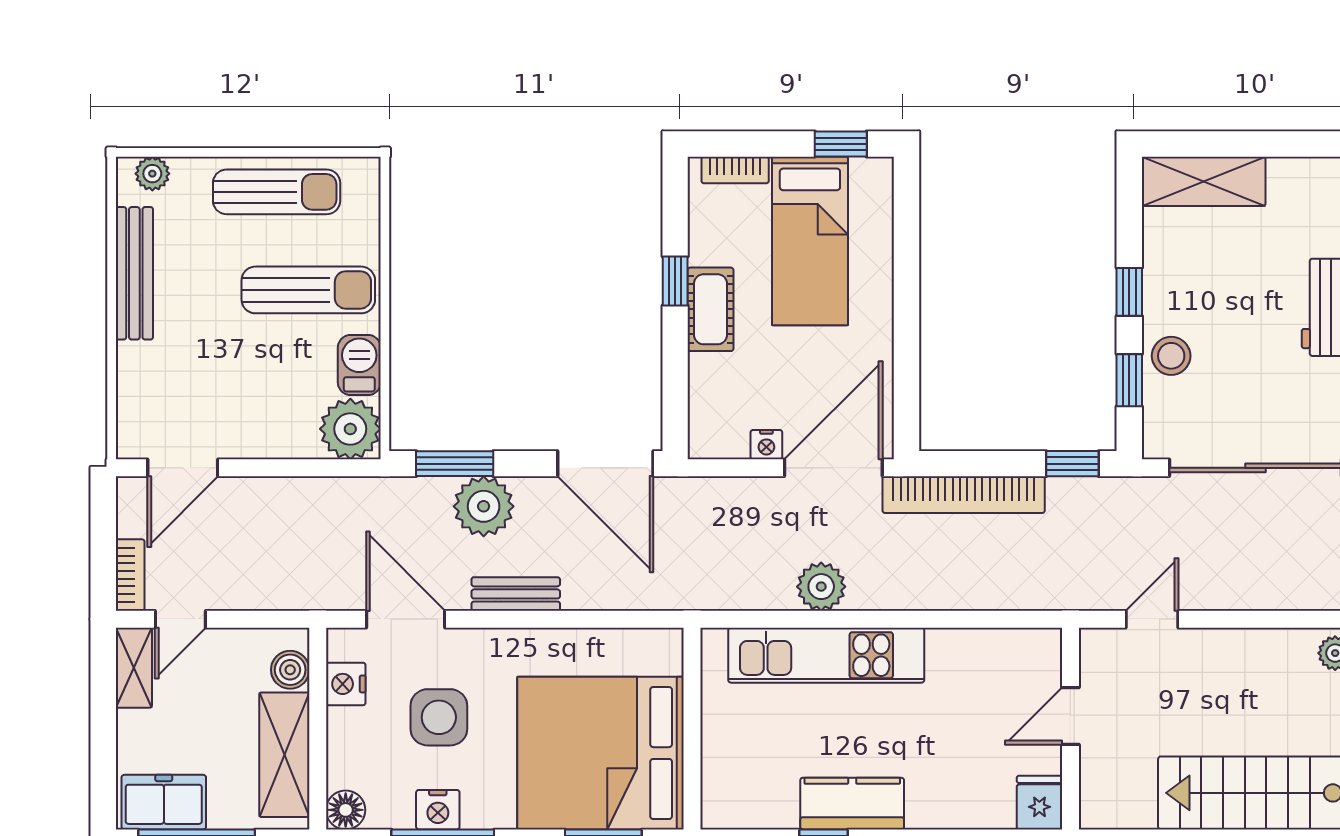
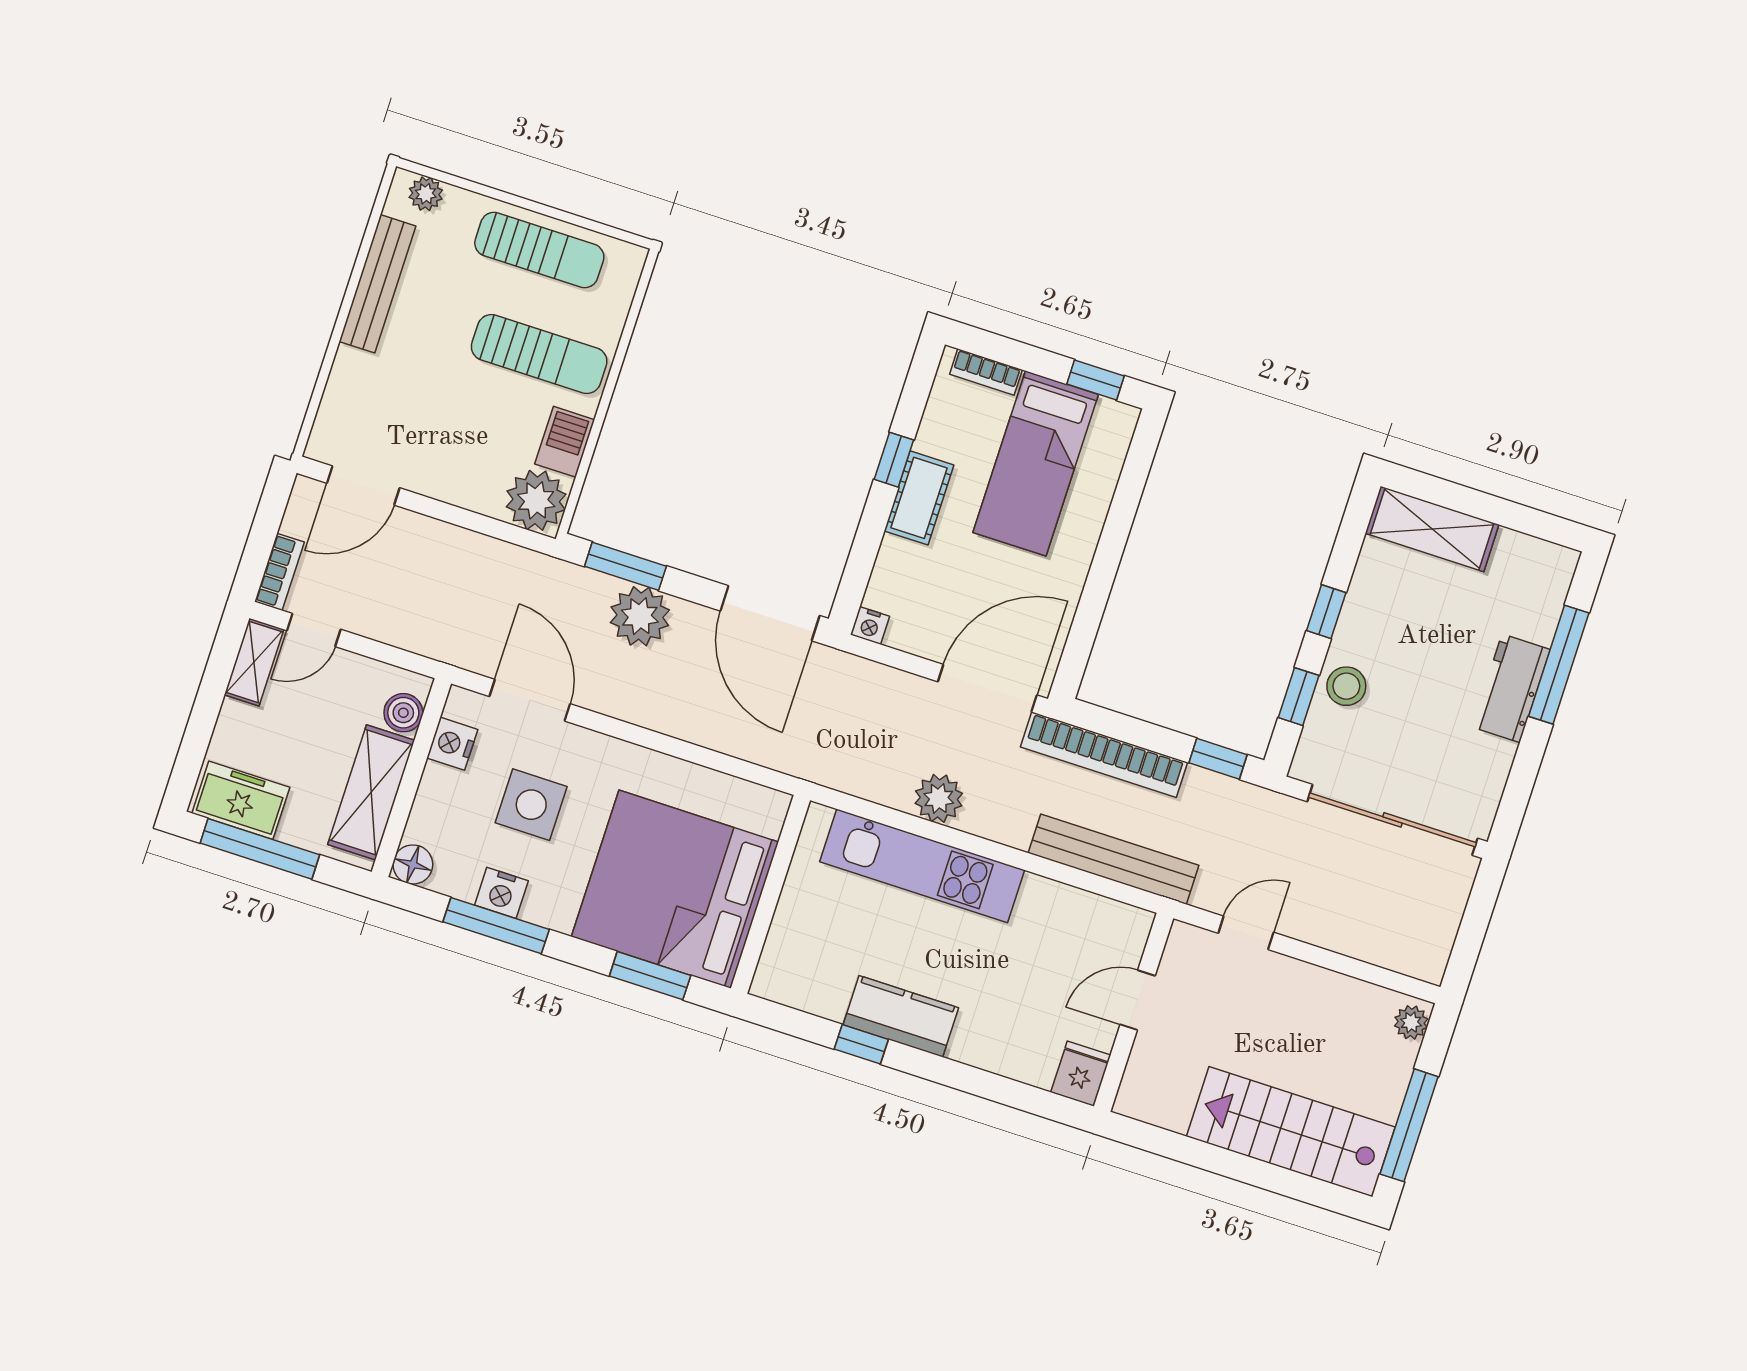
nightstand: (766, 445) -> (870, 625), moved
bench: (516, 594) -> (1114, 859), moved, width x1.86, depth x1.21

